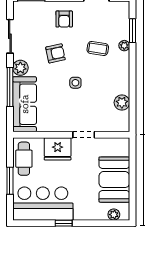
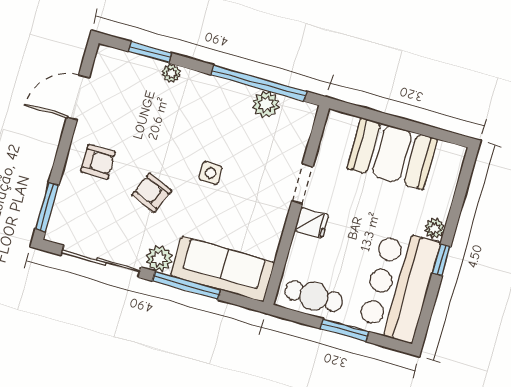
sliding door: (10, 36) -> (101, 261), width x1.37
coffee table: (98, 48) -> (164, 119), removed
armchair: (55, 53) -> (152, 193), turned -55
window: (132, 95) -> (259, 83), added
fridge: (58, 149) -> (312, 223), width x0.53, depth x0.75
plant: (114, 215) -> (435, 229), moved

